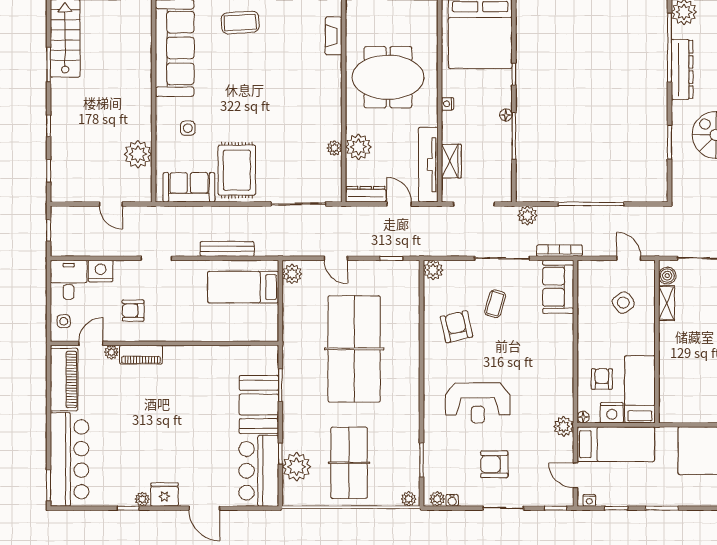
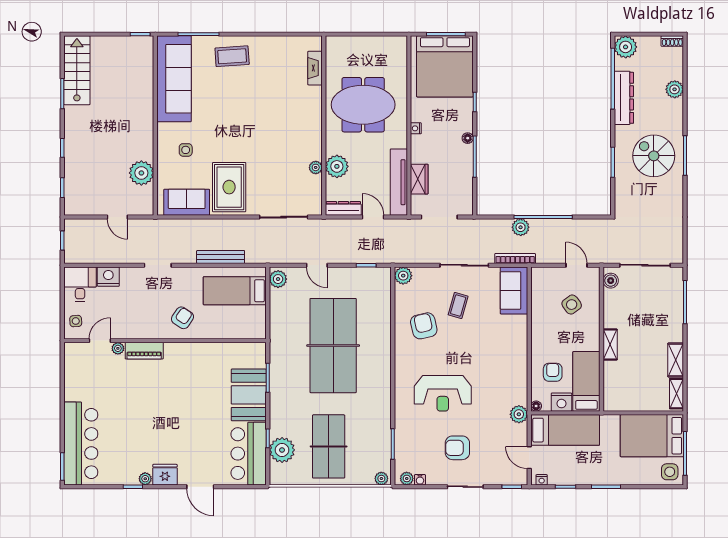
plant: (527, 215) -> (521, 227), moved
shelving: (667, 303) -> (610, 345), moved
armchair: (133, 311) -> (182, 318), moved, turned 124
piano: (64, 380) -> (76, 373), removed

